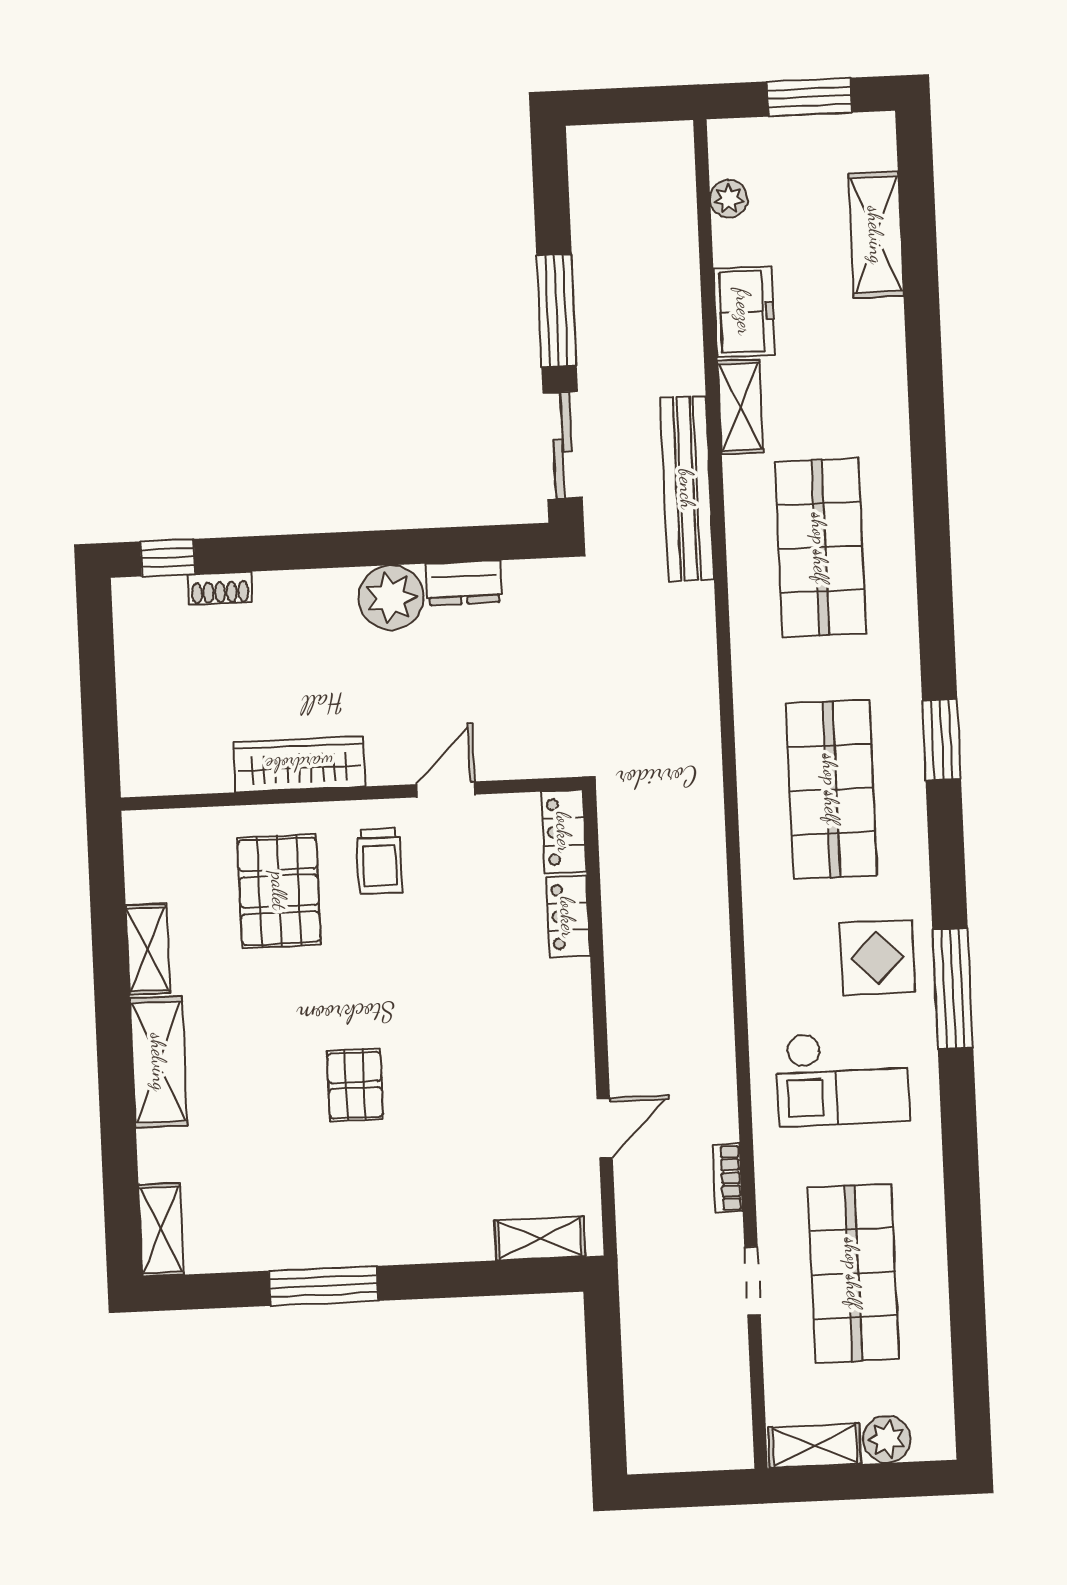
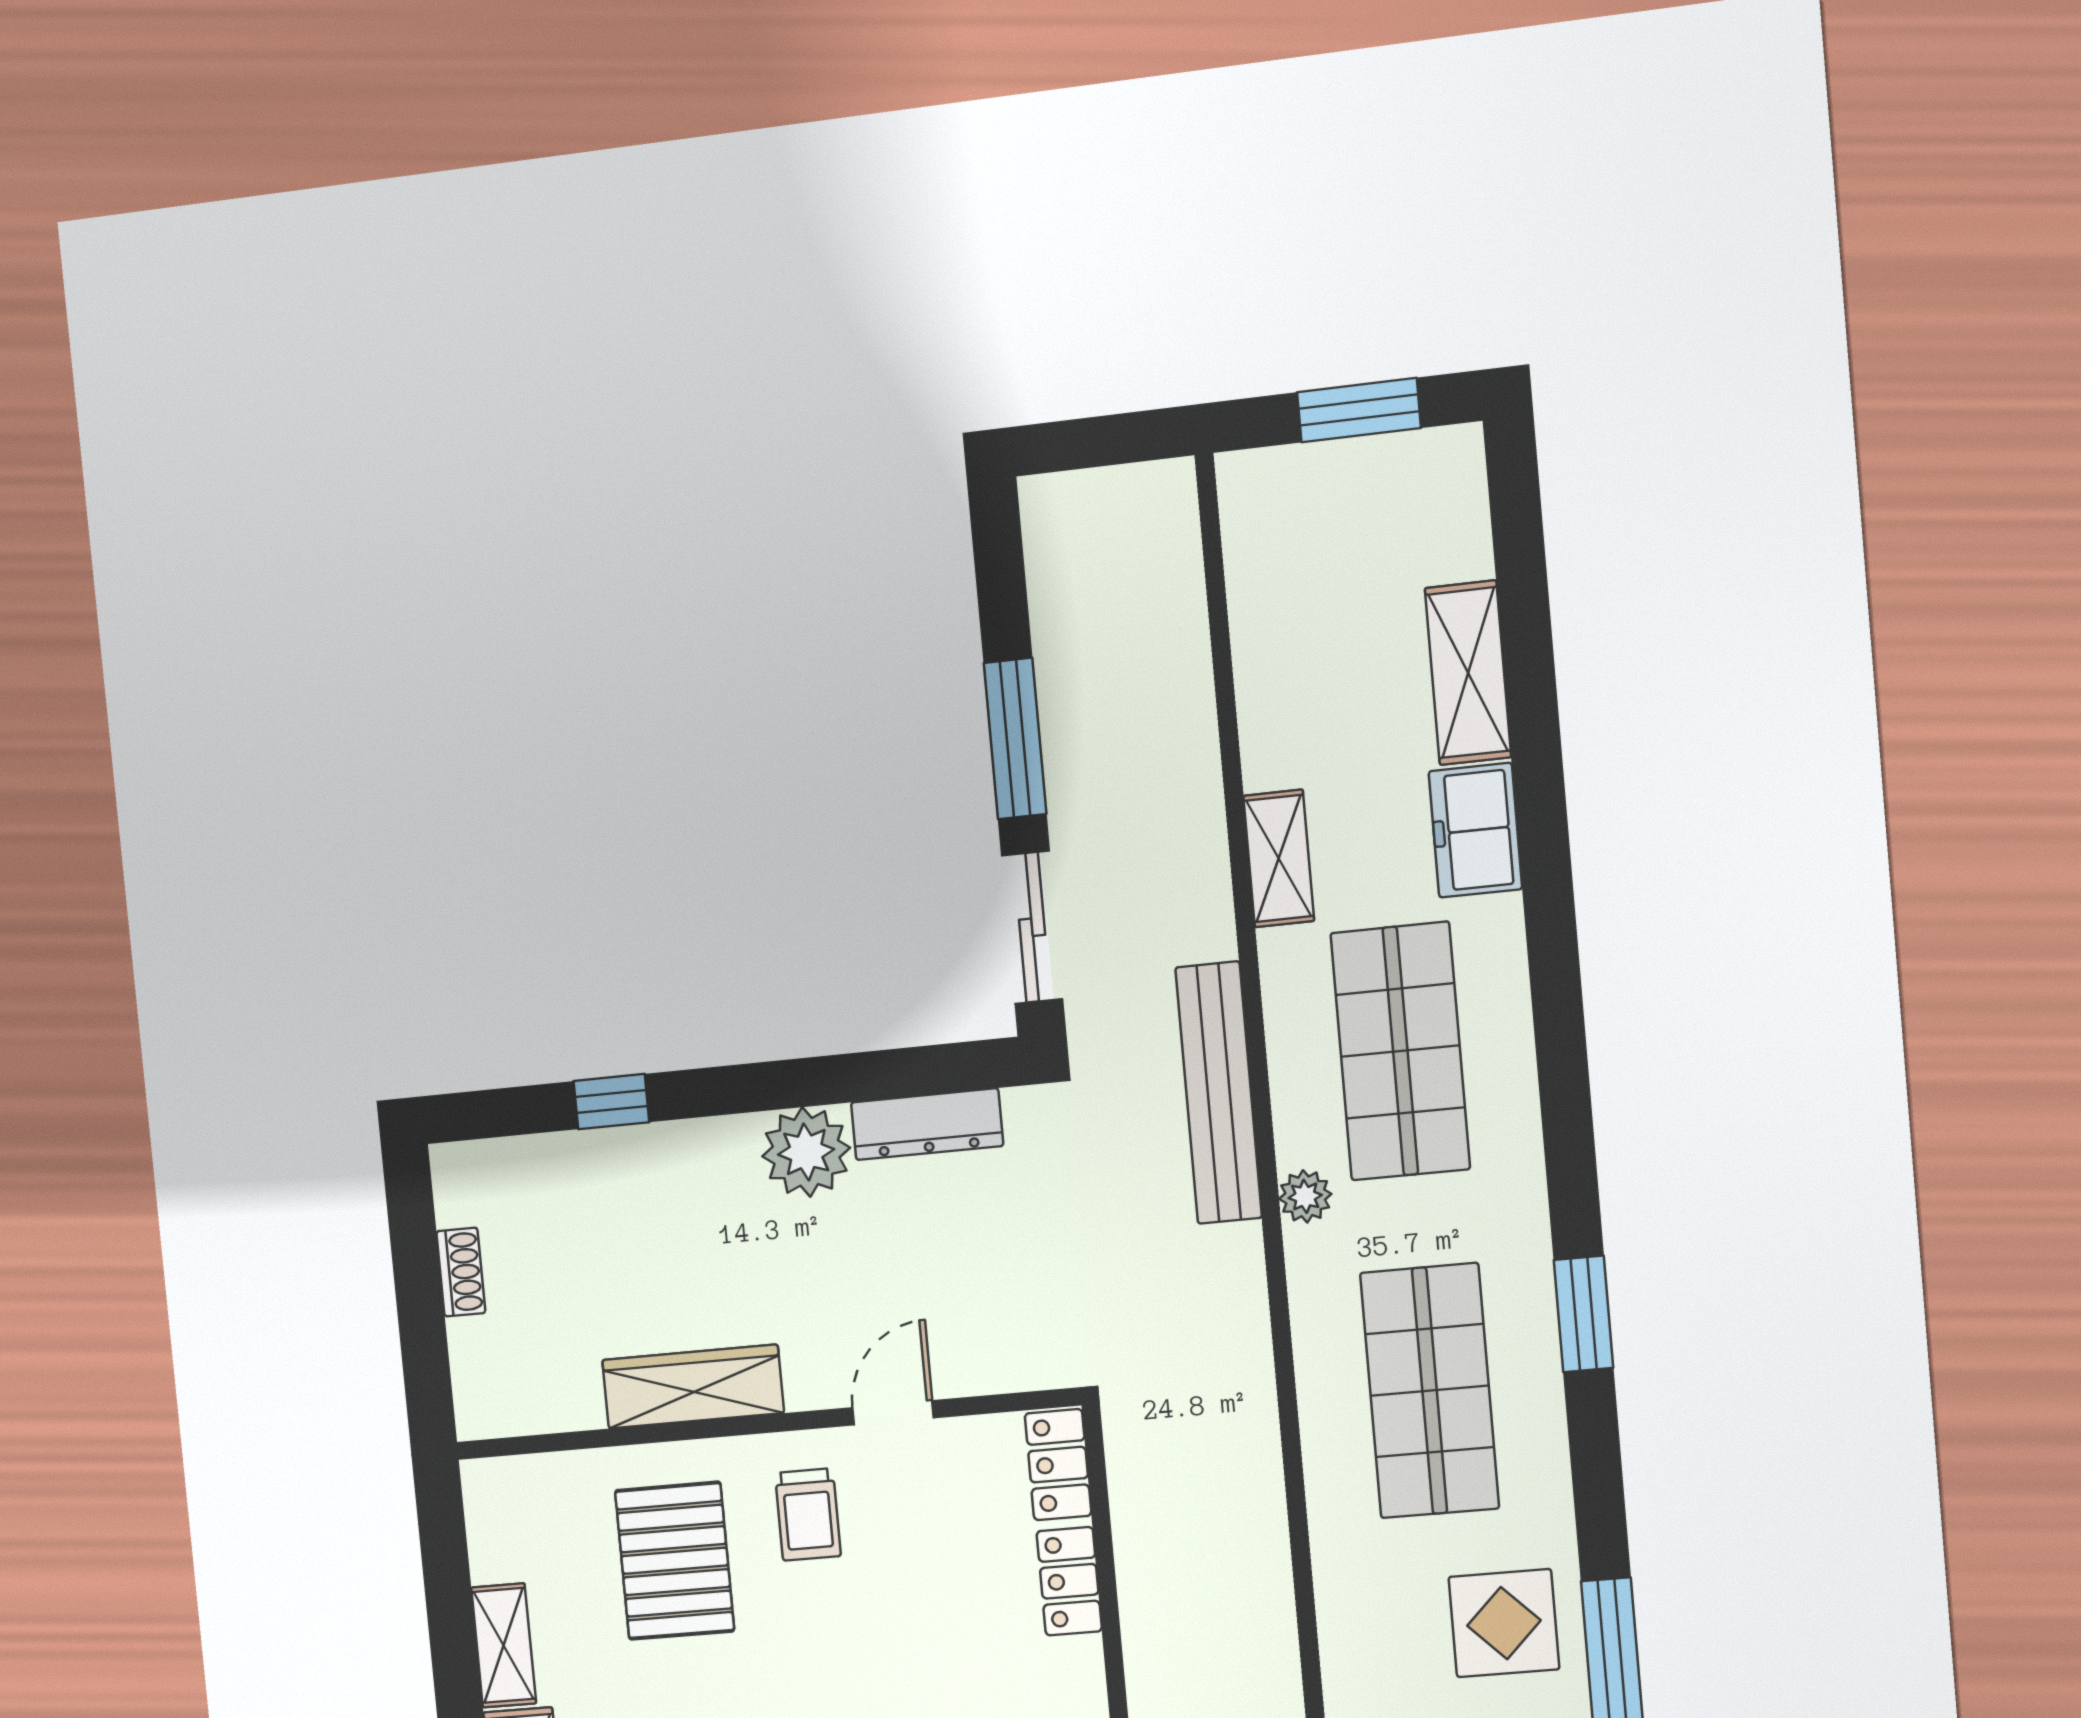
plant: (729, 199) -> (1305, 1196), moved
shelving: (876, 235) -> (1468, 673), moved
freezer: (744, 312) -> (1475, 830), moved, turned 180
bench: (687, 489) -> (1219, 1093), moved
window: (168, 558) -> (611, 1102), moved
dresser: (464, 583) -> (927, 1124), width x1.44
shoe rack: (220, 588) -> (461, 1272), moved, turned -90

